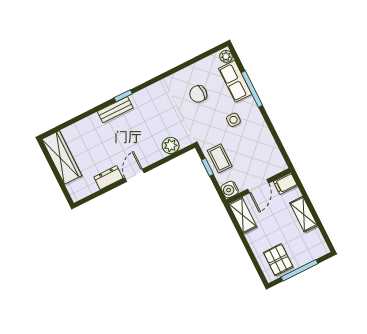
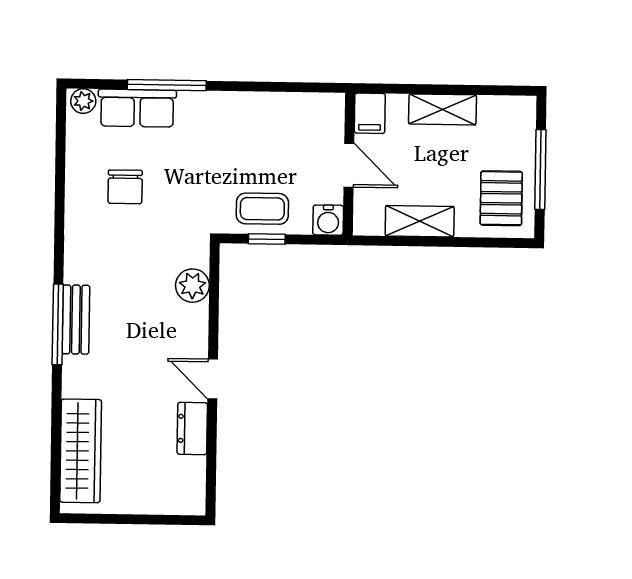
window: (123, 96) -> (58, 324), width x2.17
bench: (115, 110) -> (76, 320), moved
side table: (233, 120) -> (205, 147), removed
wardrobe: (62, 157) -> (81, 451), moved, turned 90
shelving: (243, 215) -> (420, 221), moved
pallet: (278, 260) -> (501, 198), turned 90

